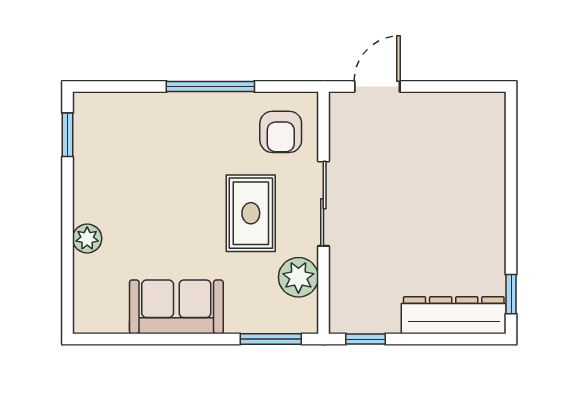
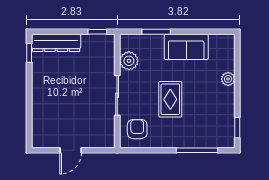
window: (210, 87) -> (197, 150), moved
door: (377, 87) -> (71, 150), moved
rug: (251, 213) -> (170, 99), moved
window: (271, 339) -> (156, 32), moved

